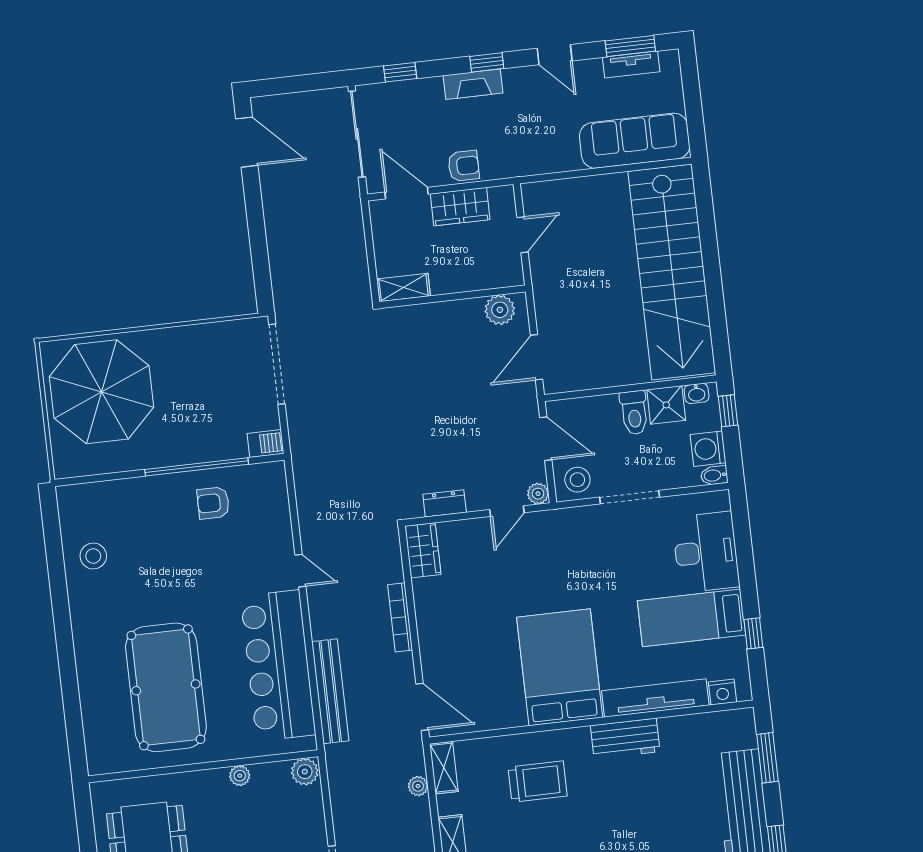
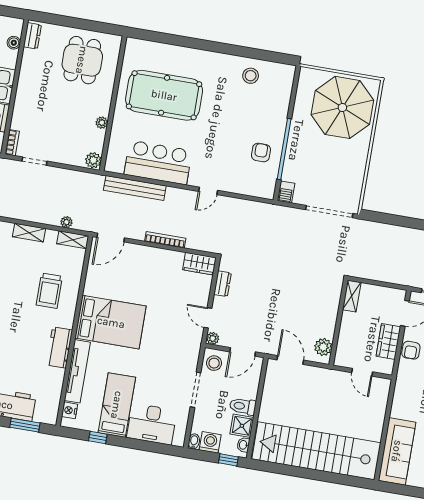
bar counter: (278, 665) -> (158, 163), width x0.73

